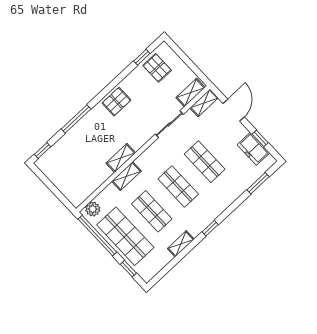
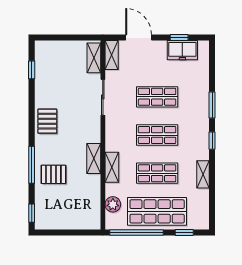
pallet: (157, 68) -> (53, 174), moved
window: (258, 183) -> (212, 105), moved
plant: (93, 209) -> (113, 204), moved

